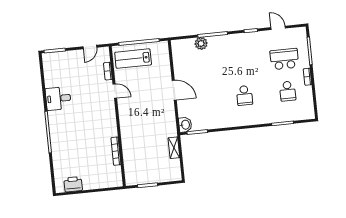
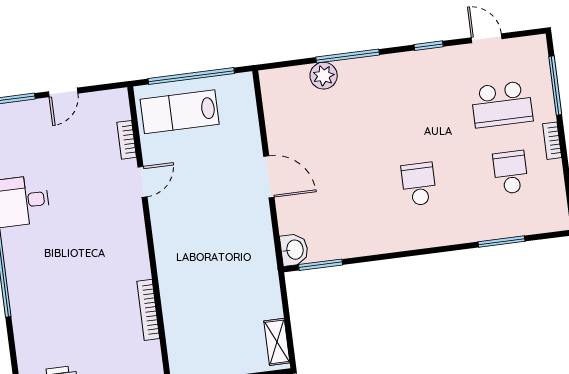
door: (90, 47) -> (63, 92), moved
school desk: (284, 59) -> (502, 104), turned 180
door: (115, 91) -> (142, 182), hinge flipped
school desk: (288, 91) -> (511, 172), turned 180
school desk: (244, 95) -> (419, 184), turned 180
shelving: (174, 148) -> (277, 342), moved

